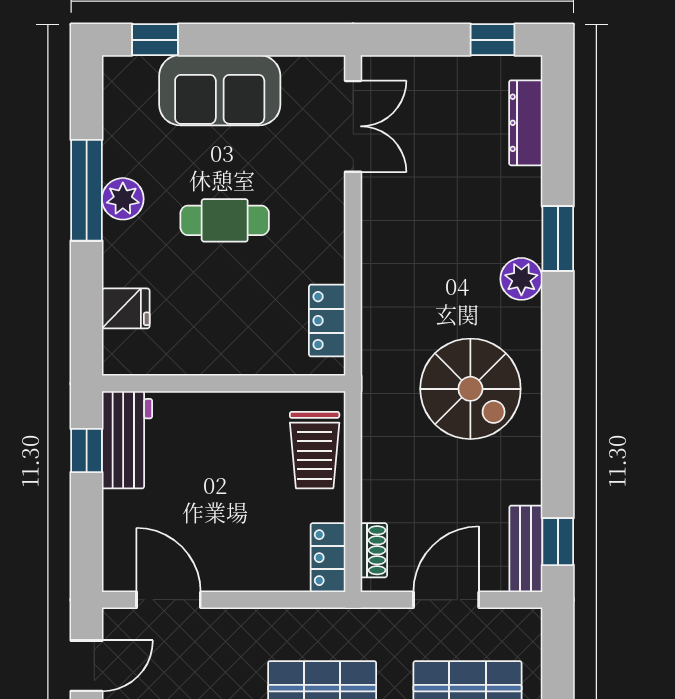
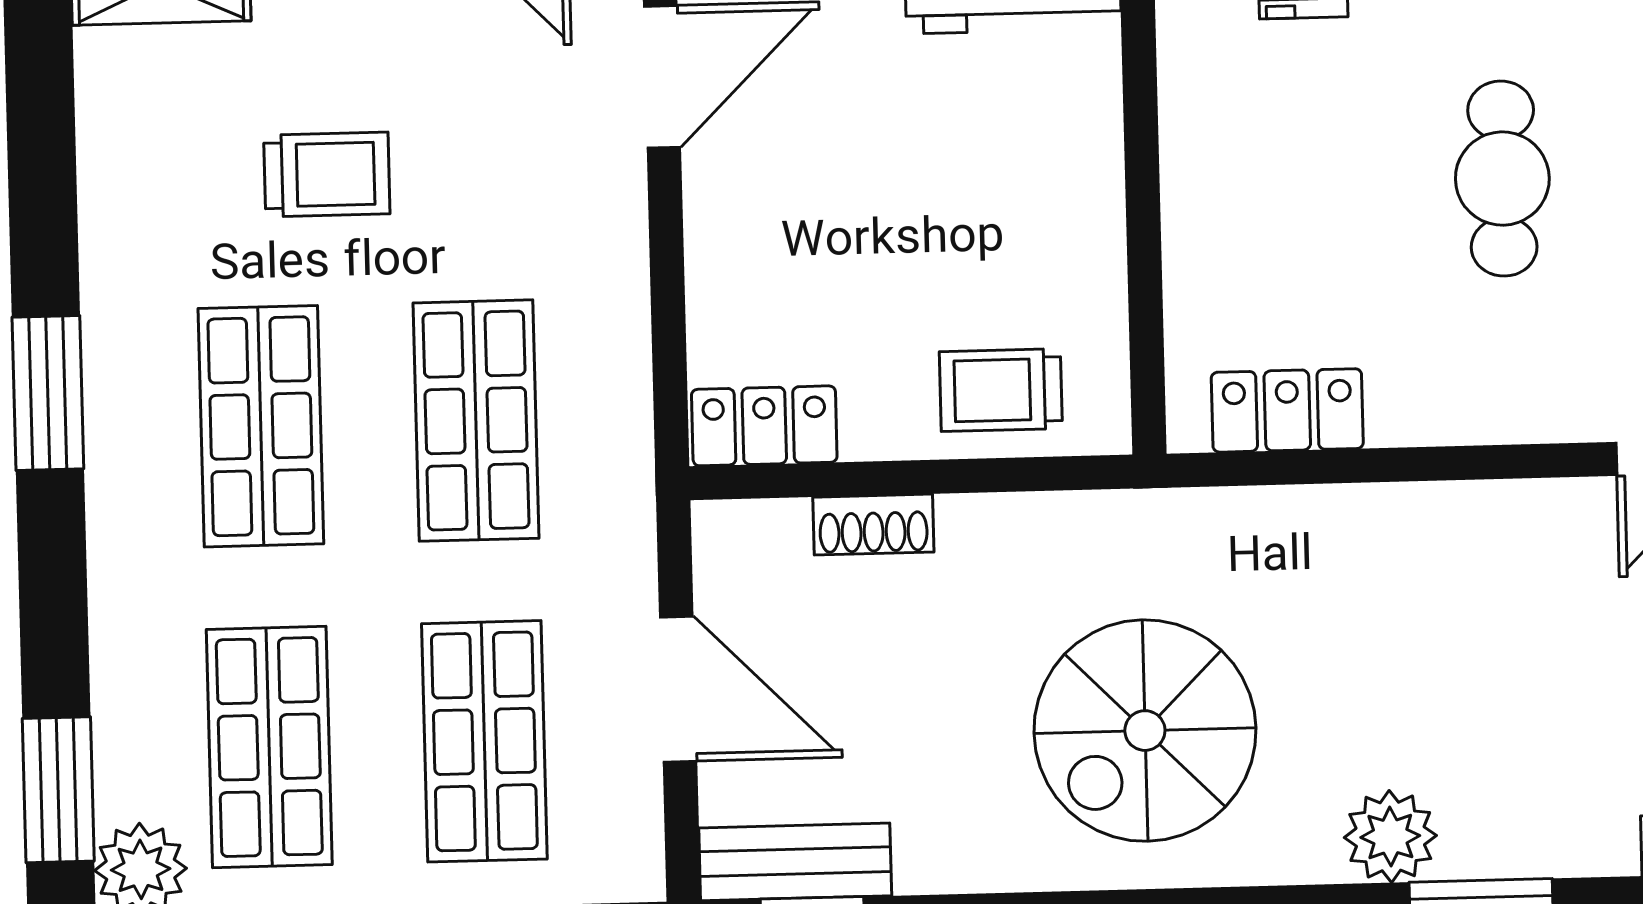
trolley: (315, 450) -> (1001, 390), width x0.73, depth x0.72
shoe rack: (374, 550) -> (873, 525), moved

